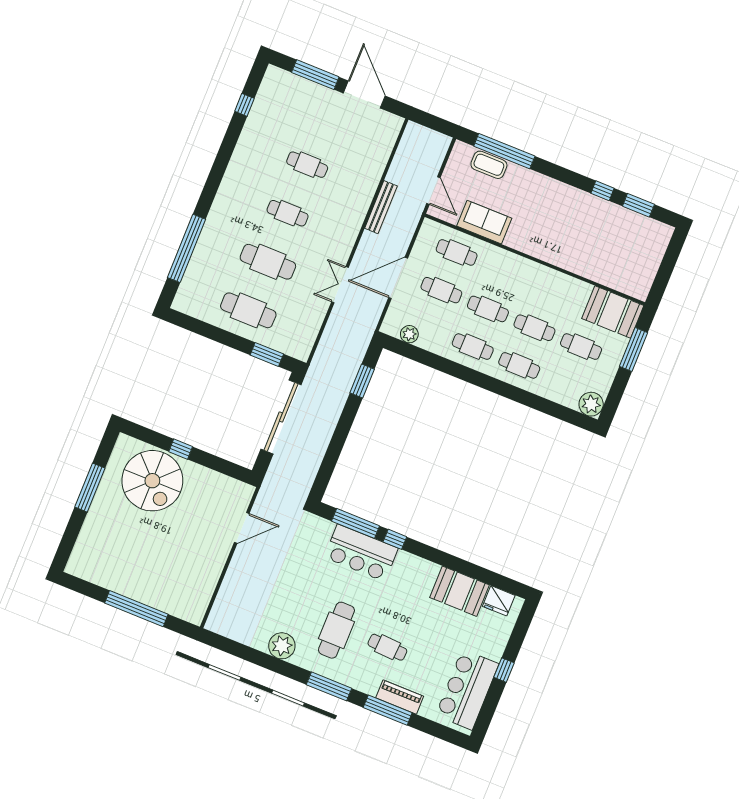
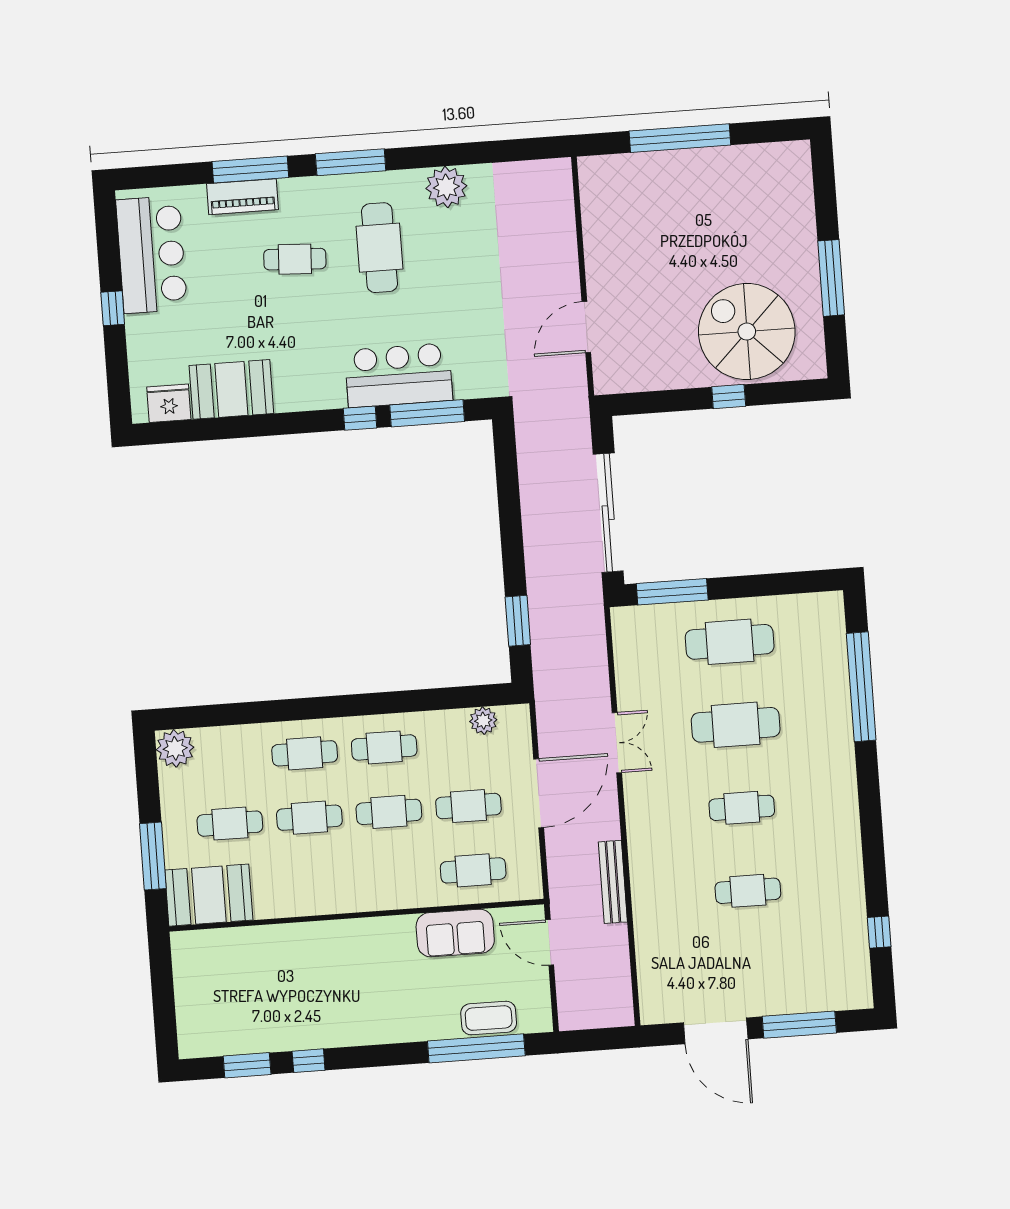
window: (267, 354) -> (672, 592), width x1.44

